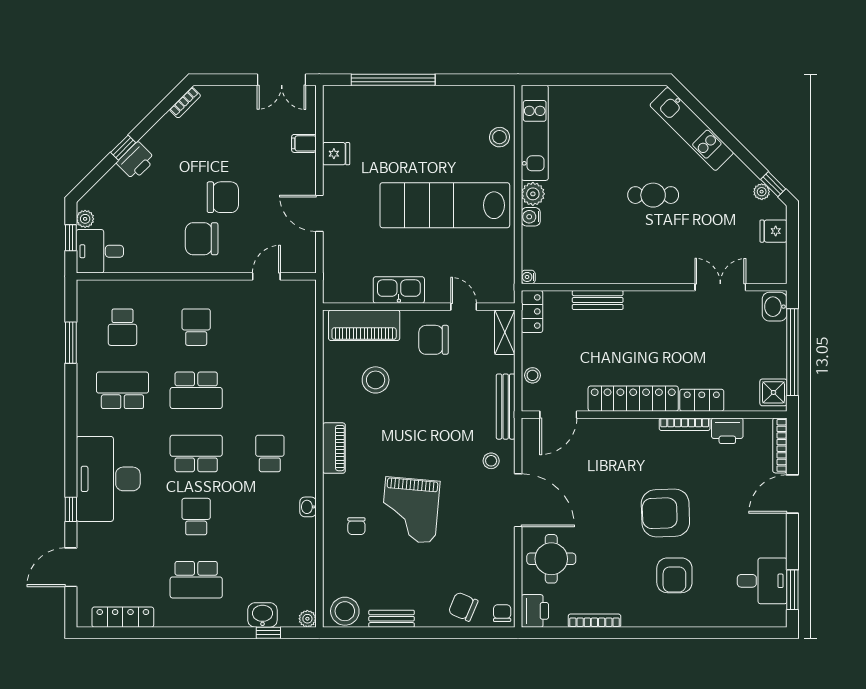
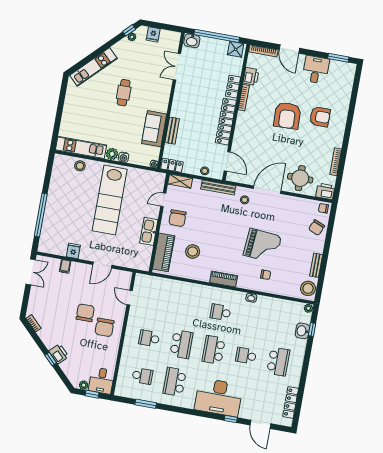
sofa: (595, 265) -> (154, 129), added
desk: (762, 581) -> (316, 70), moved

